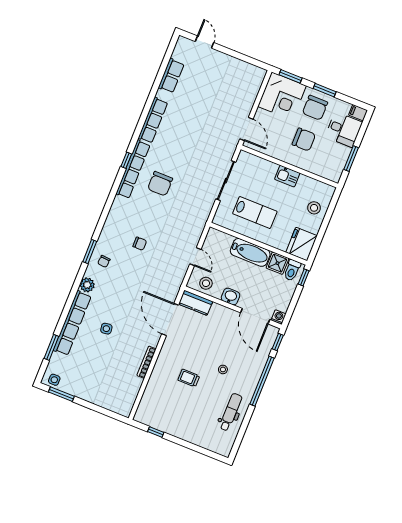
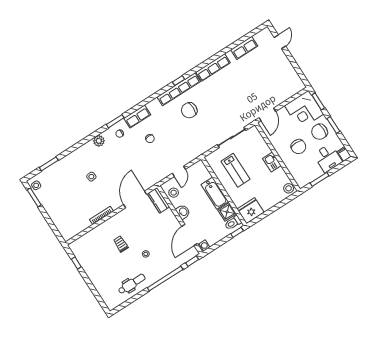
stool: (314, 208) -> (289, 188), moved
row of seats: (72, 323) -> (137, 117), moved, width x0.50

